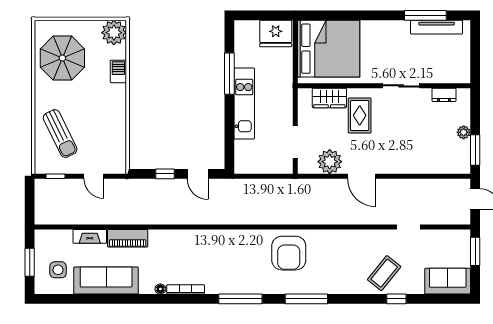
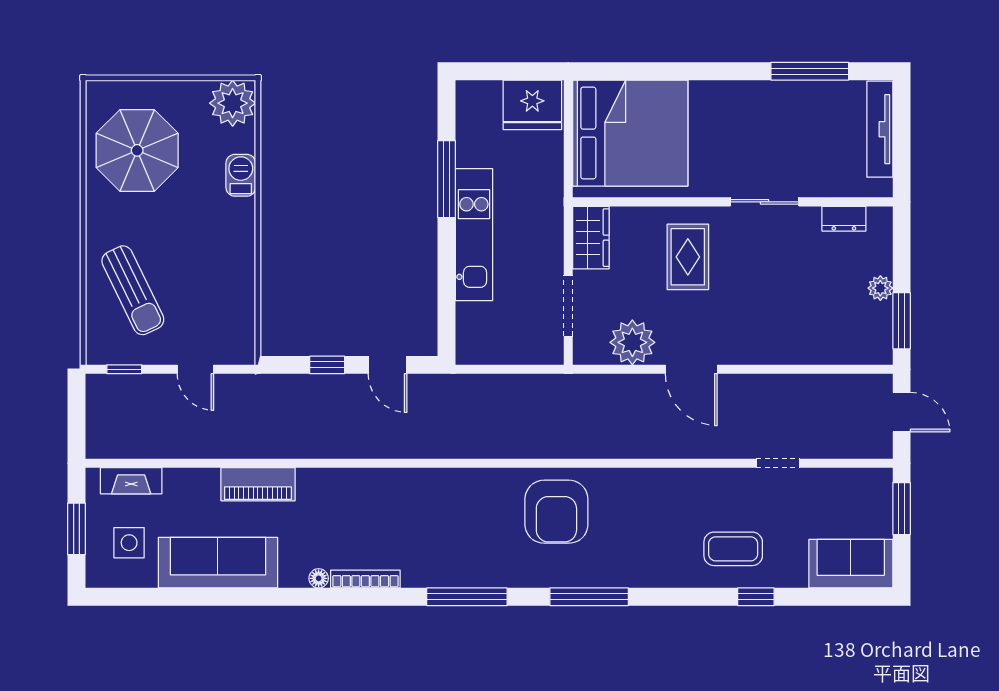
tv unit: (437, 27) -> (880, 129), moved, turned 90
wardrobe: (329, 98) -> (591, 238), moved, turned -90
fireplace: (90, 236) -> (131, 481), moved
coffee table: (384, 273) -> (733, 549), turned 51

